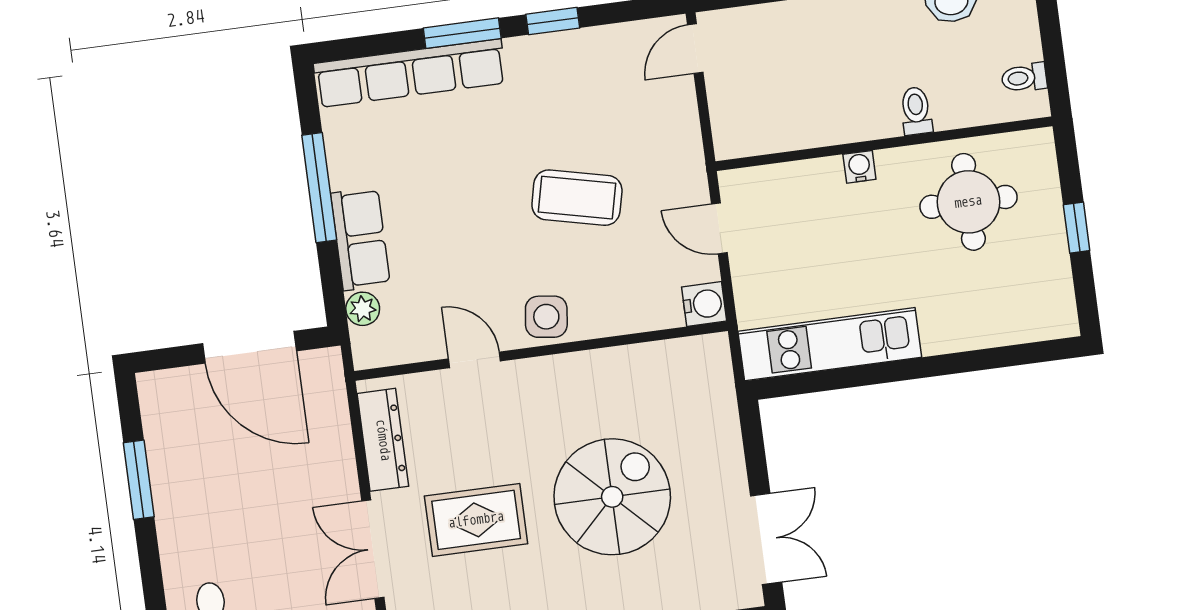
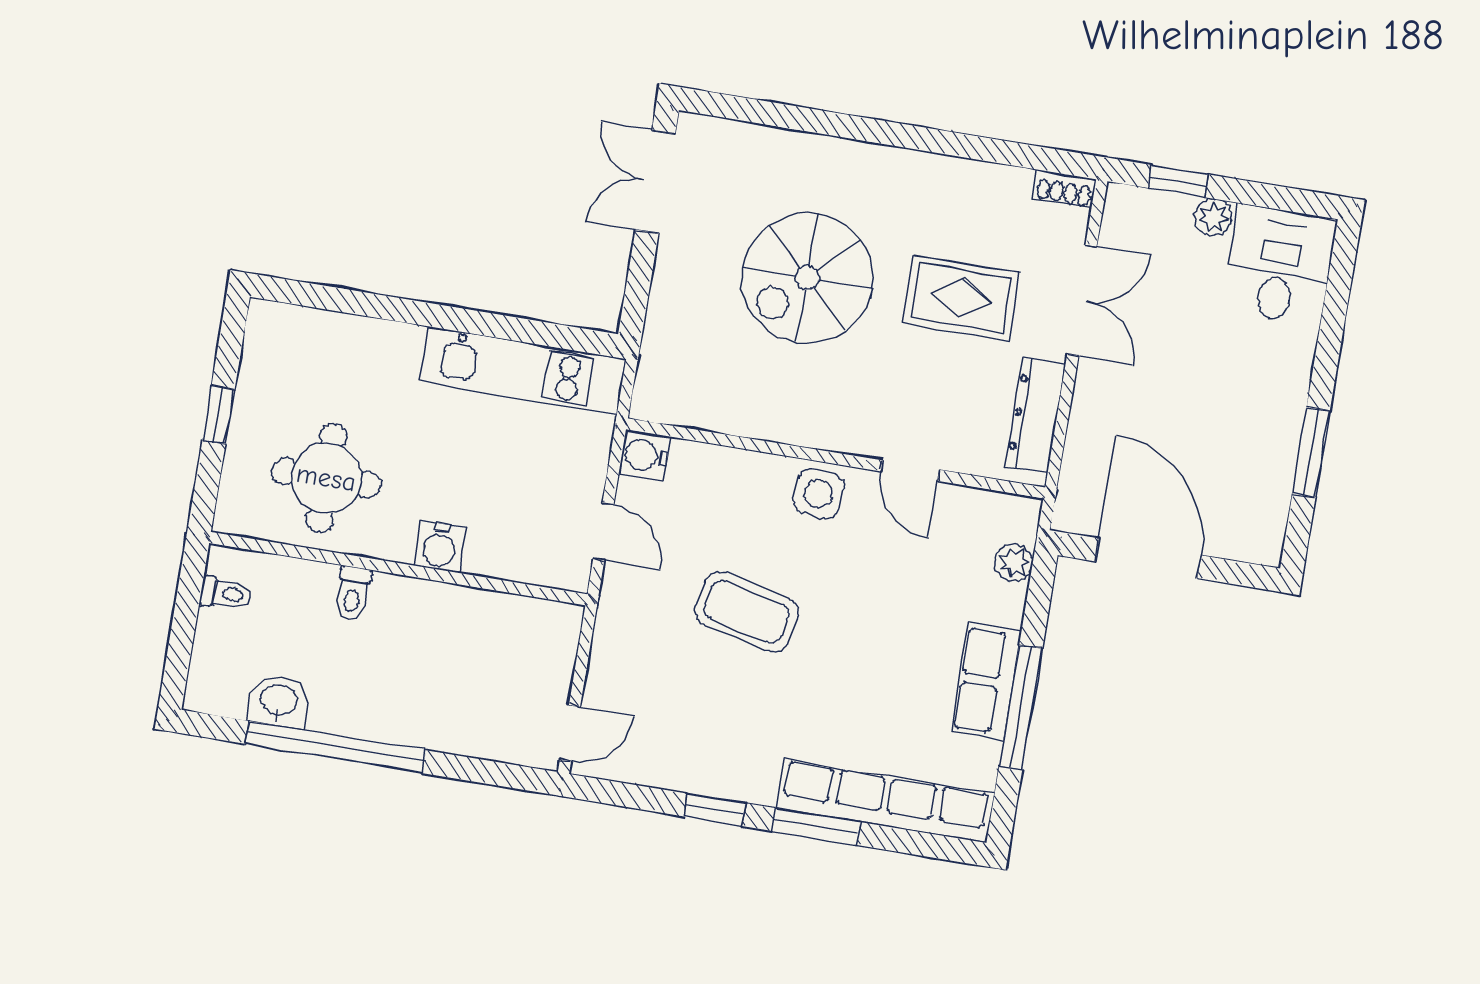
water cooler: (859, 167) -> (440, 547), width x1.38, depth x1.38
row of seats: (360, 239) -> (986, 681), moved

